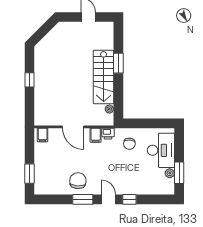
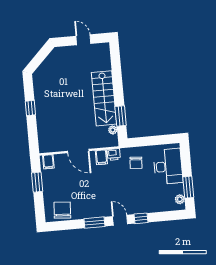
window: (118, 63) -> (121, 116), moved
plant: (170, 173) -> (180, 199), moved
window: (30, 174) -> (37, 182), moved
chair: (78, 181) -> (62, 210), moved

